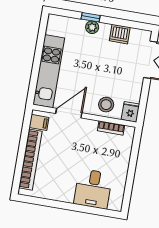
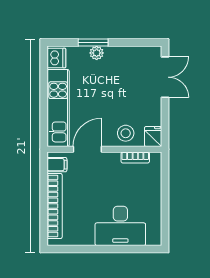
window: (91, 17) -> (93, 43), width x1.50
dishwasher: (120, 34) -> (56, 58), moved, turned -90
desk: (93, 189) -> (120, 226), width x1.37

